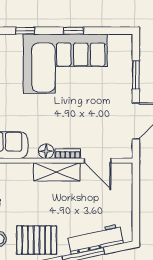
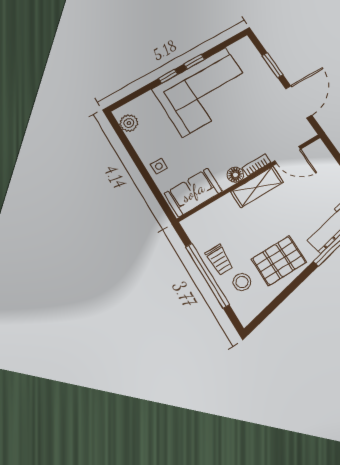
window: (25, 31) -> (168, 76), moved

